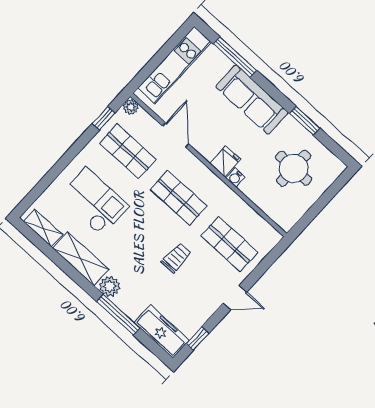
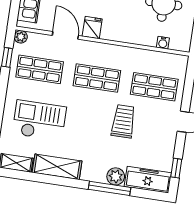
fridge: (225, 161) -> (92, 28), moved
water cooler: (235, 178) -> (163, 43), moved
trolley: (176, 258) -> (123, 121), width x1.36, depth x1.39
plant: (110, 286) -> (116, 176), moved

